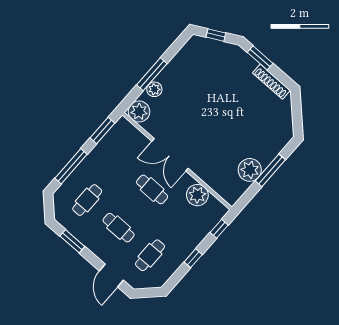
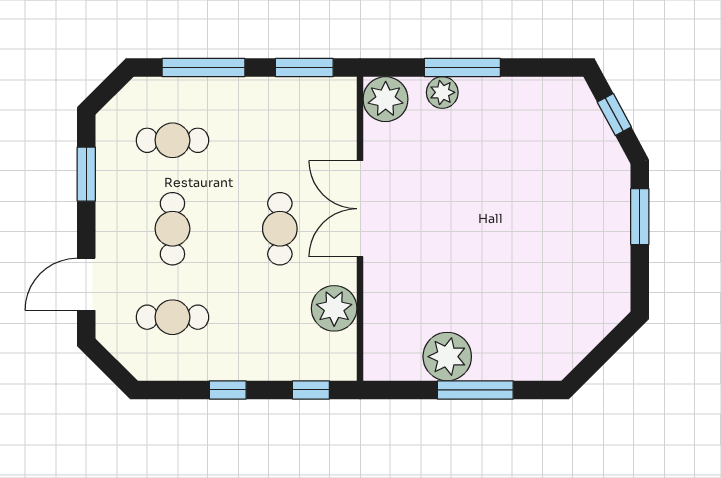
shoe rack: (271, 82) -> (618, 268), removed

